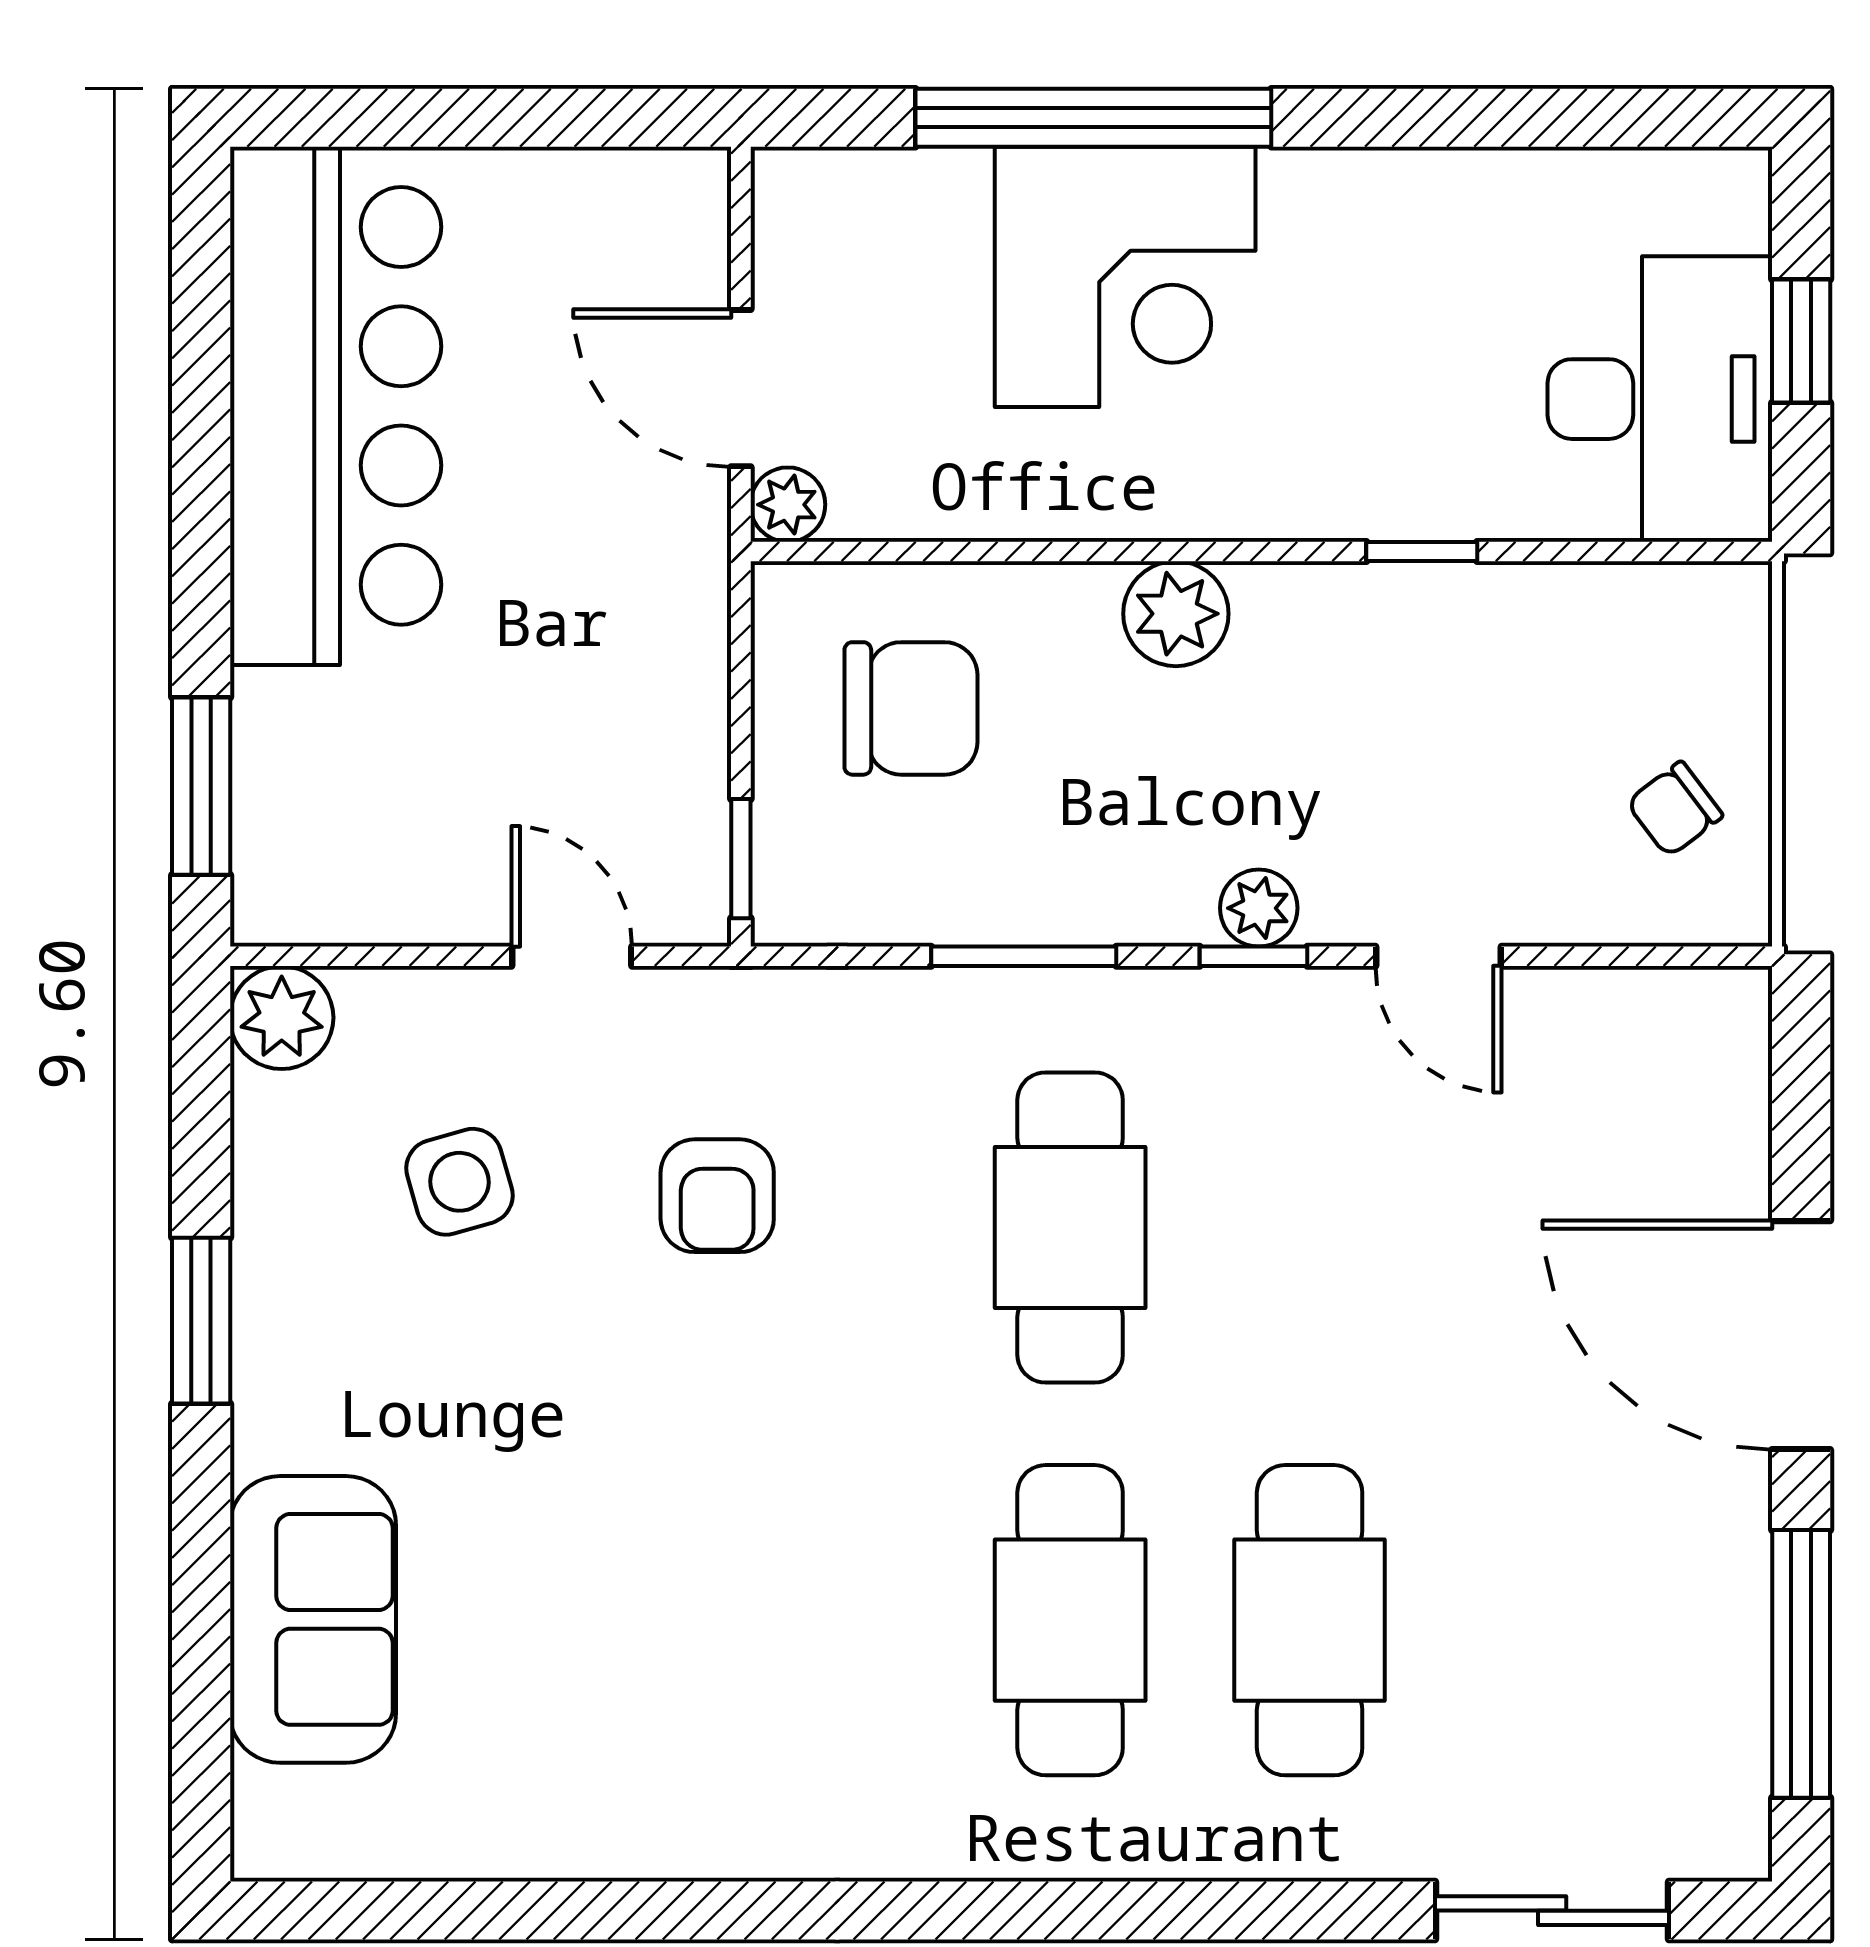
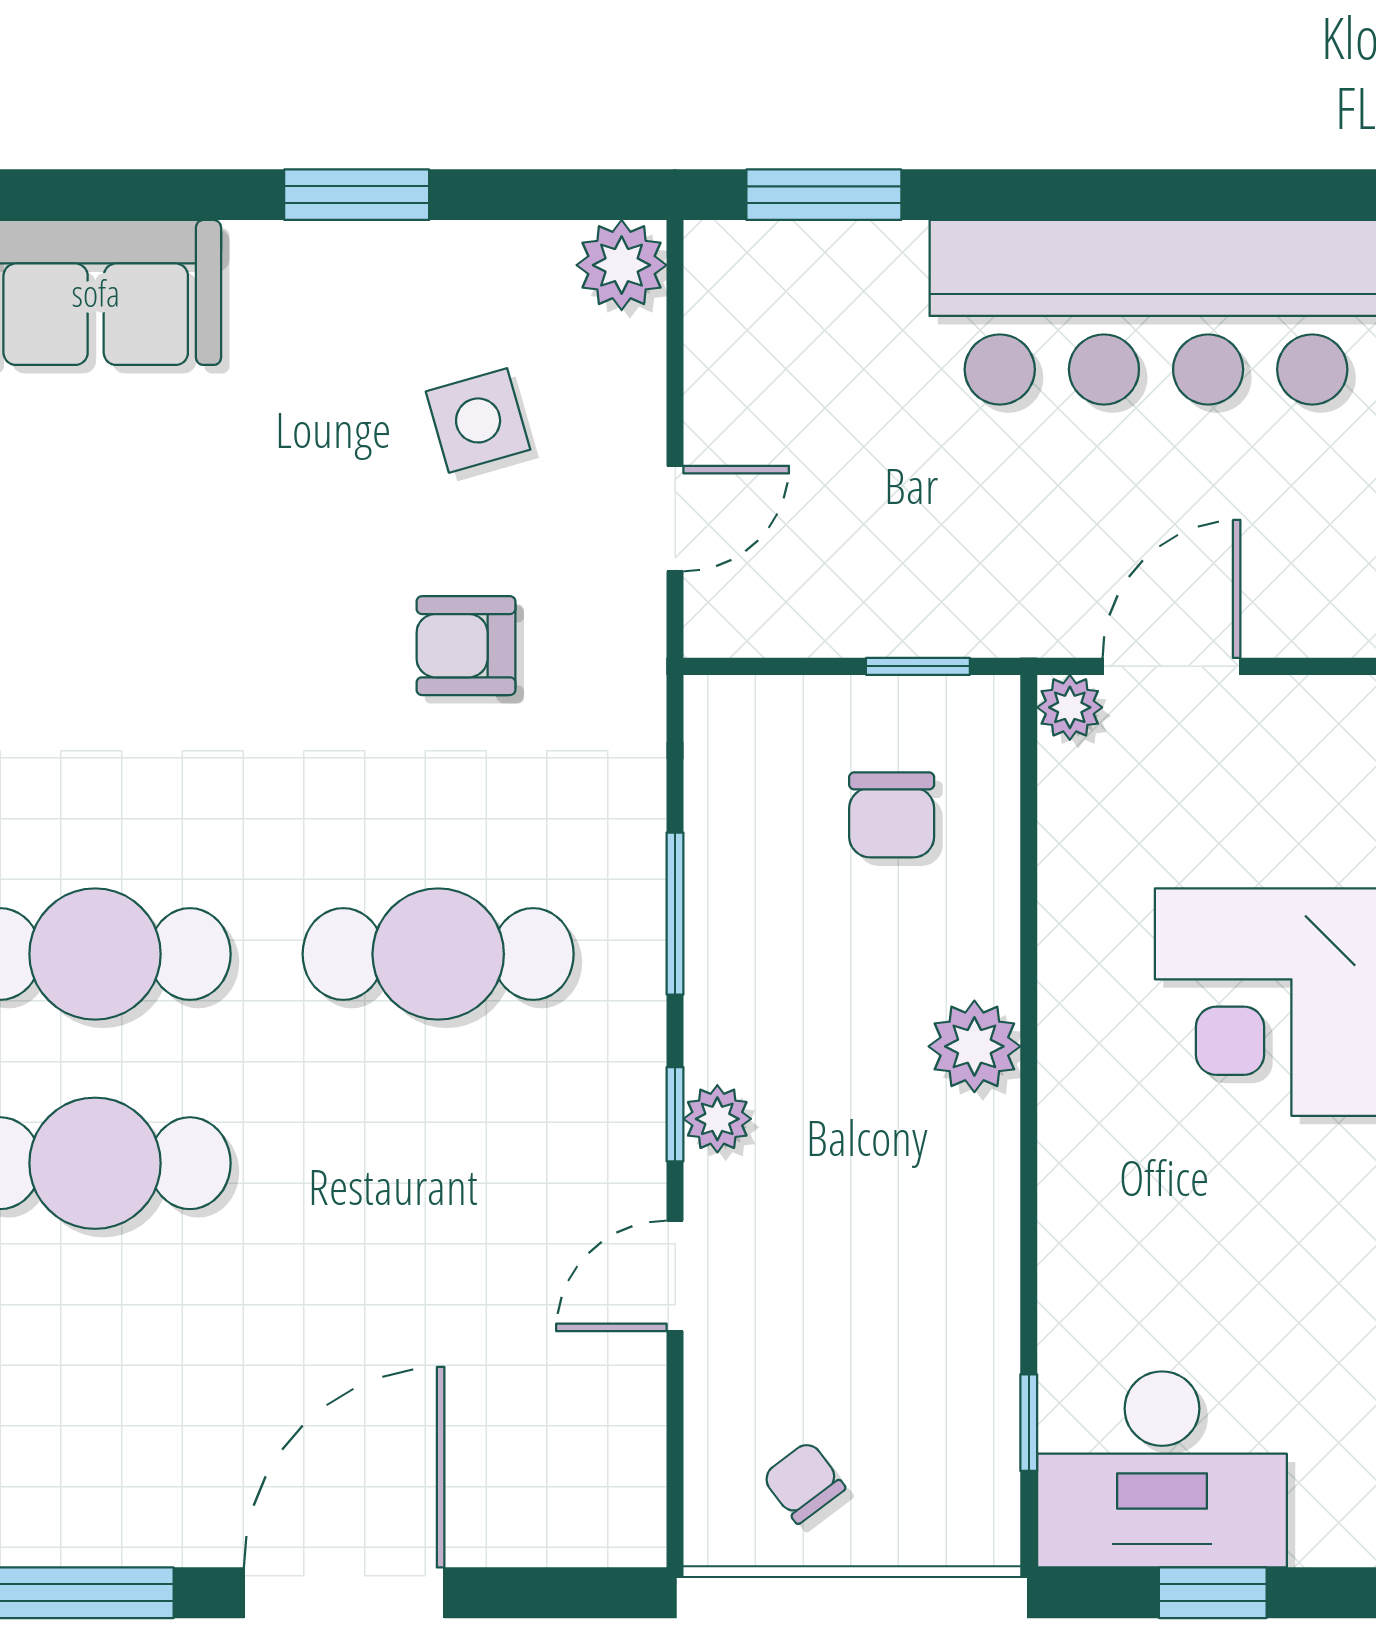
window: (1422, 552) -> (1029, 1423), moved
chair: (911, 708) -> (892, 815), width x0.73, depth x0.73
window: (741, 859) -> (918, 666), moved

